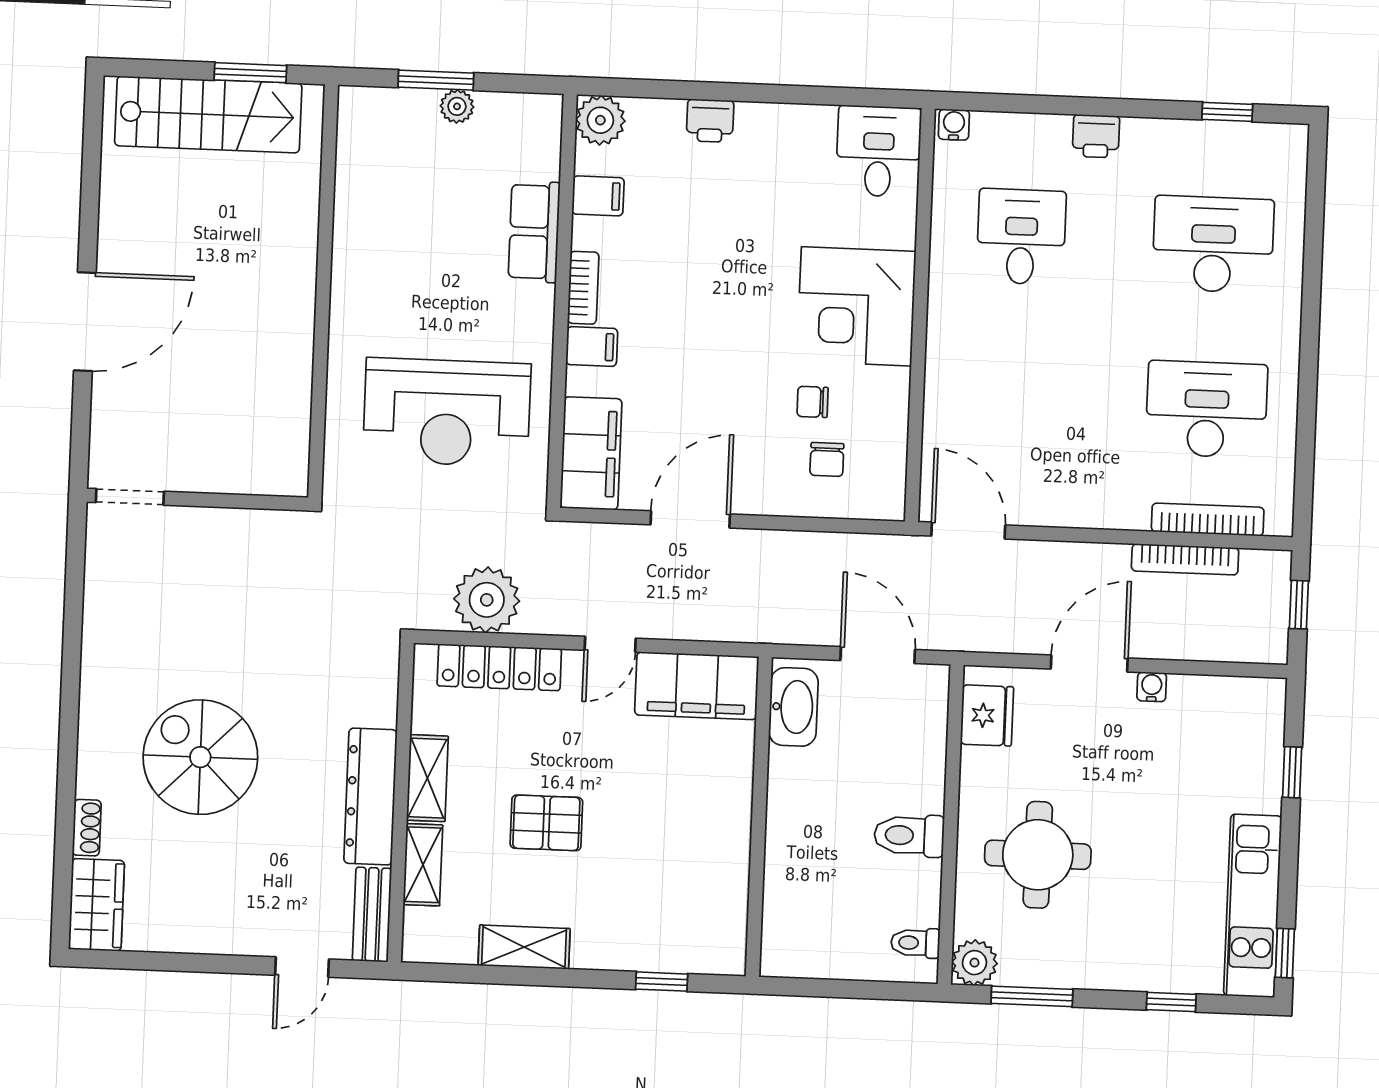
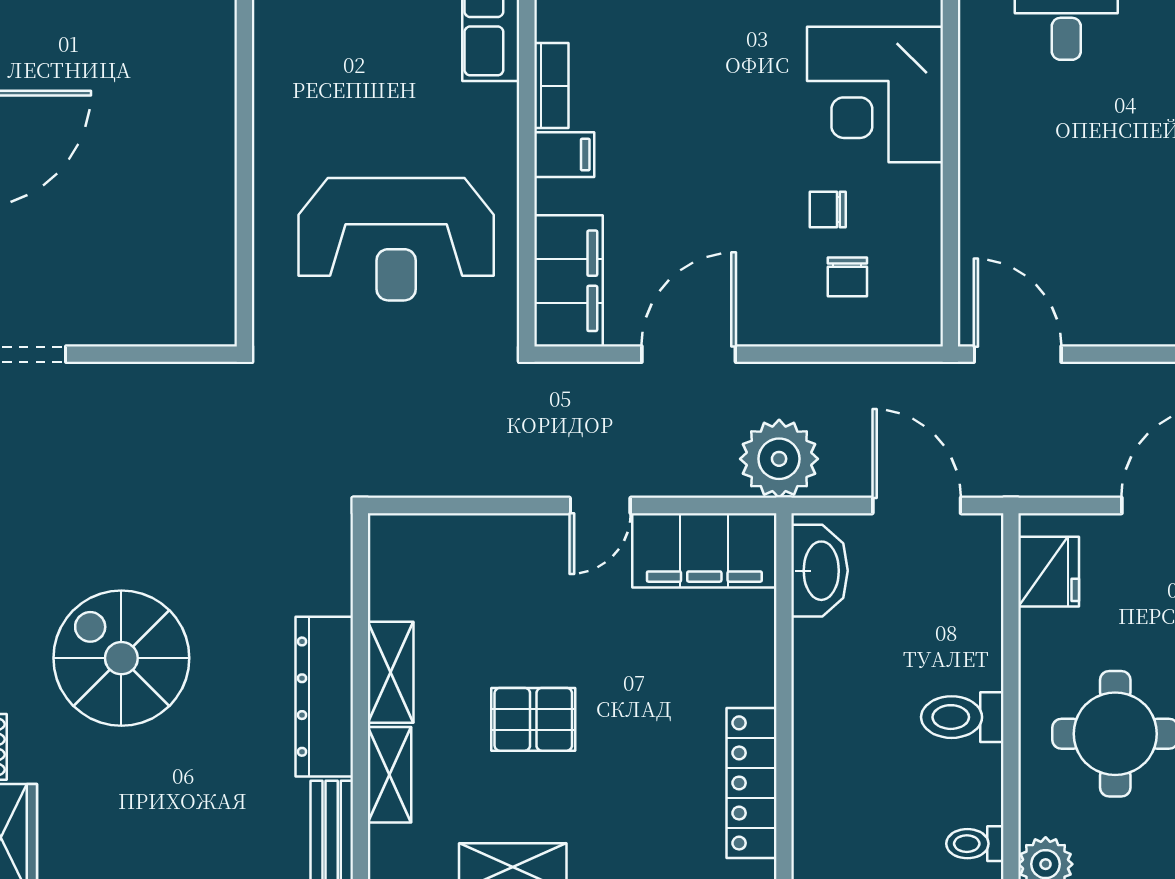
plant: (487, 600) -> (779, 459), moved
locker: (499, 667) -> (751, 783), moved, turned 90

